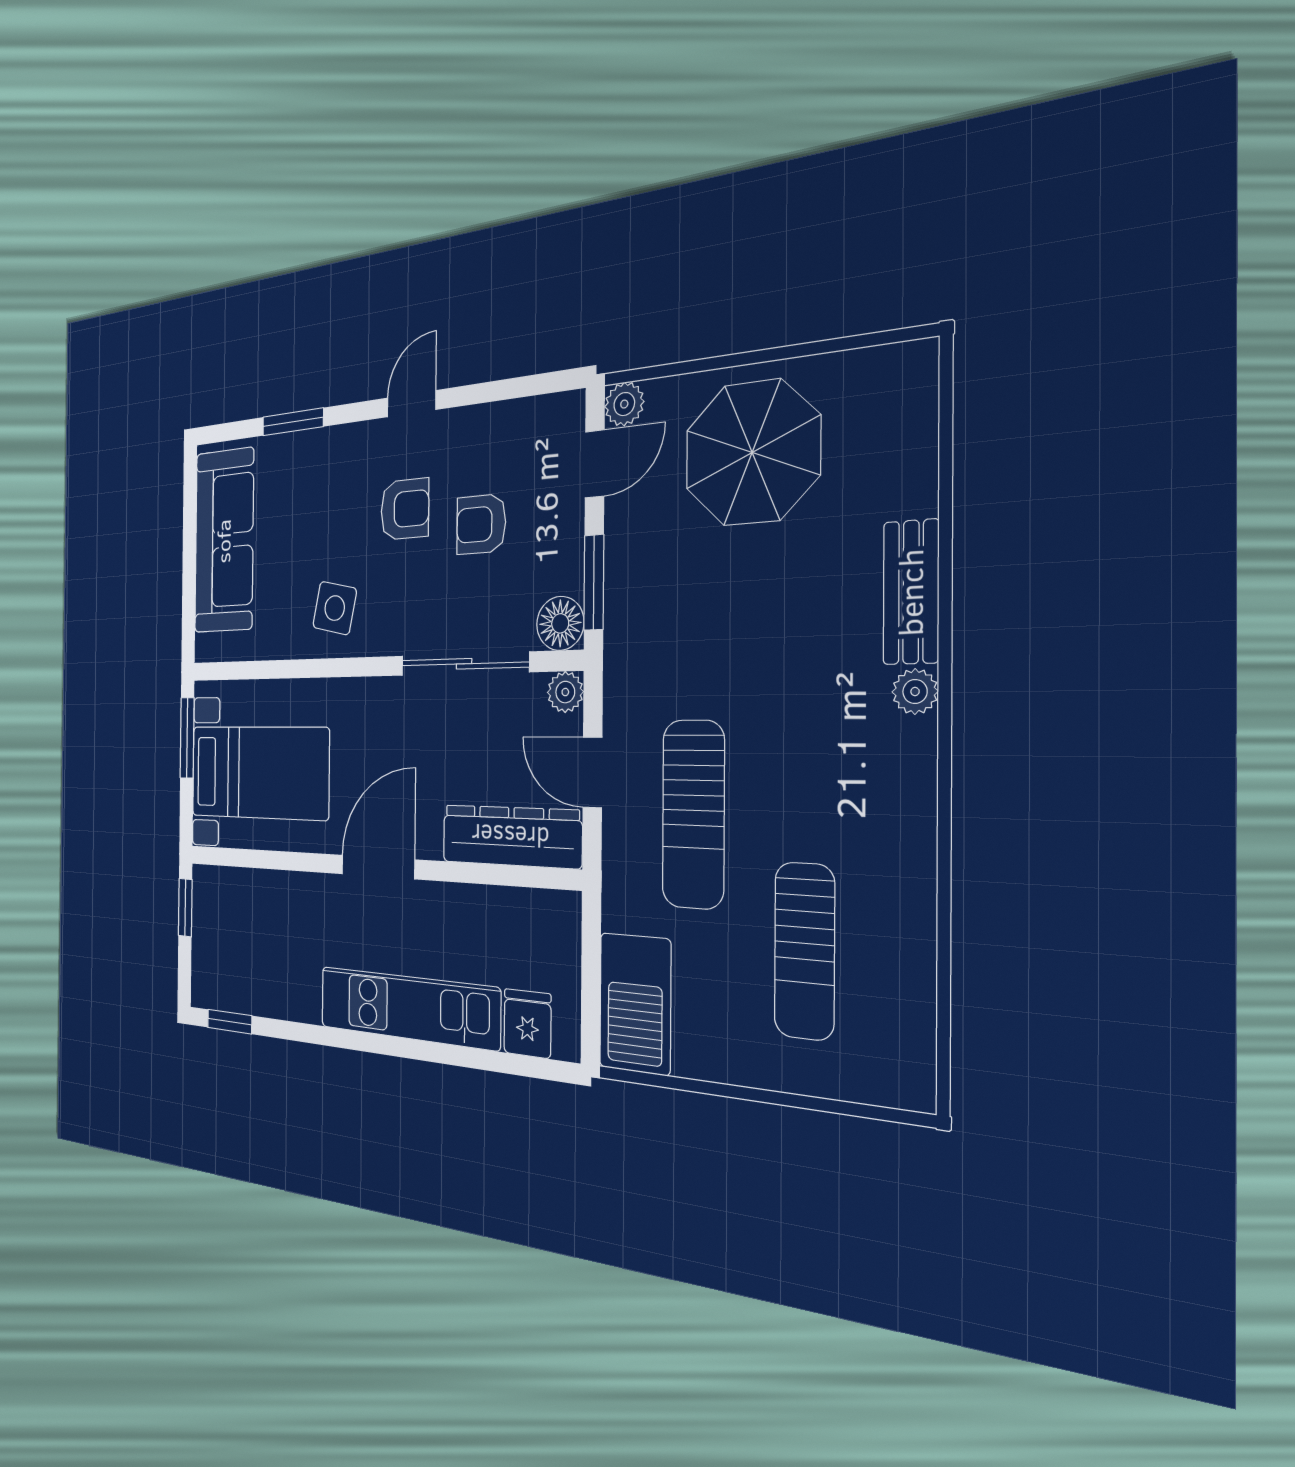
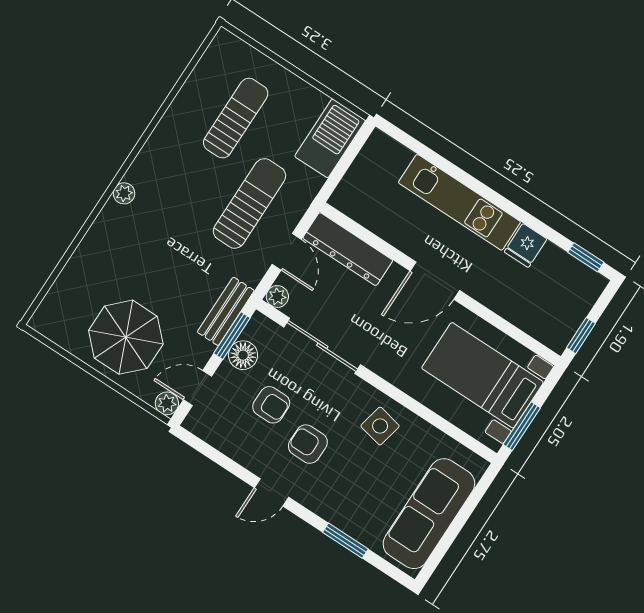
bench: (911, 592) -> (226, 311), moved
floor lamp: (560, 623) -> (243, 355), moved
fridge: (527, 1023) -> (526, 245), moved

